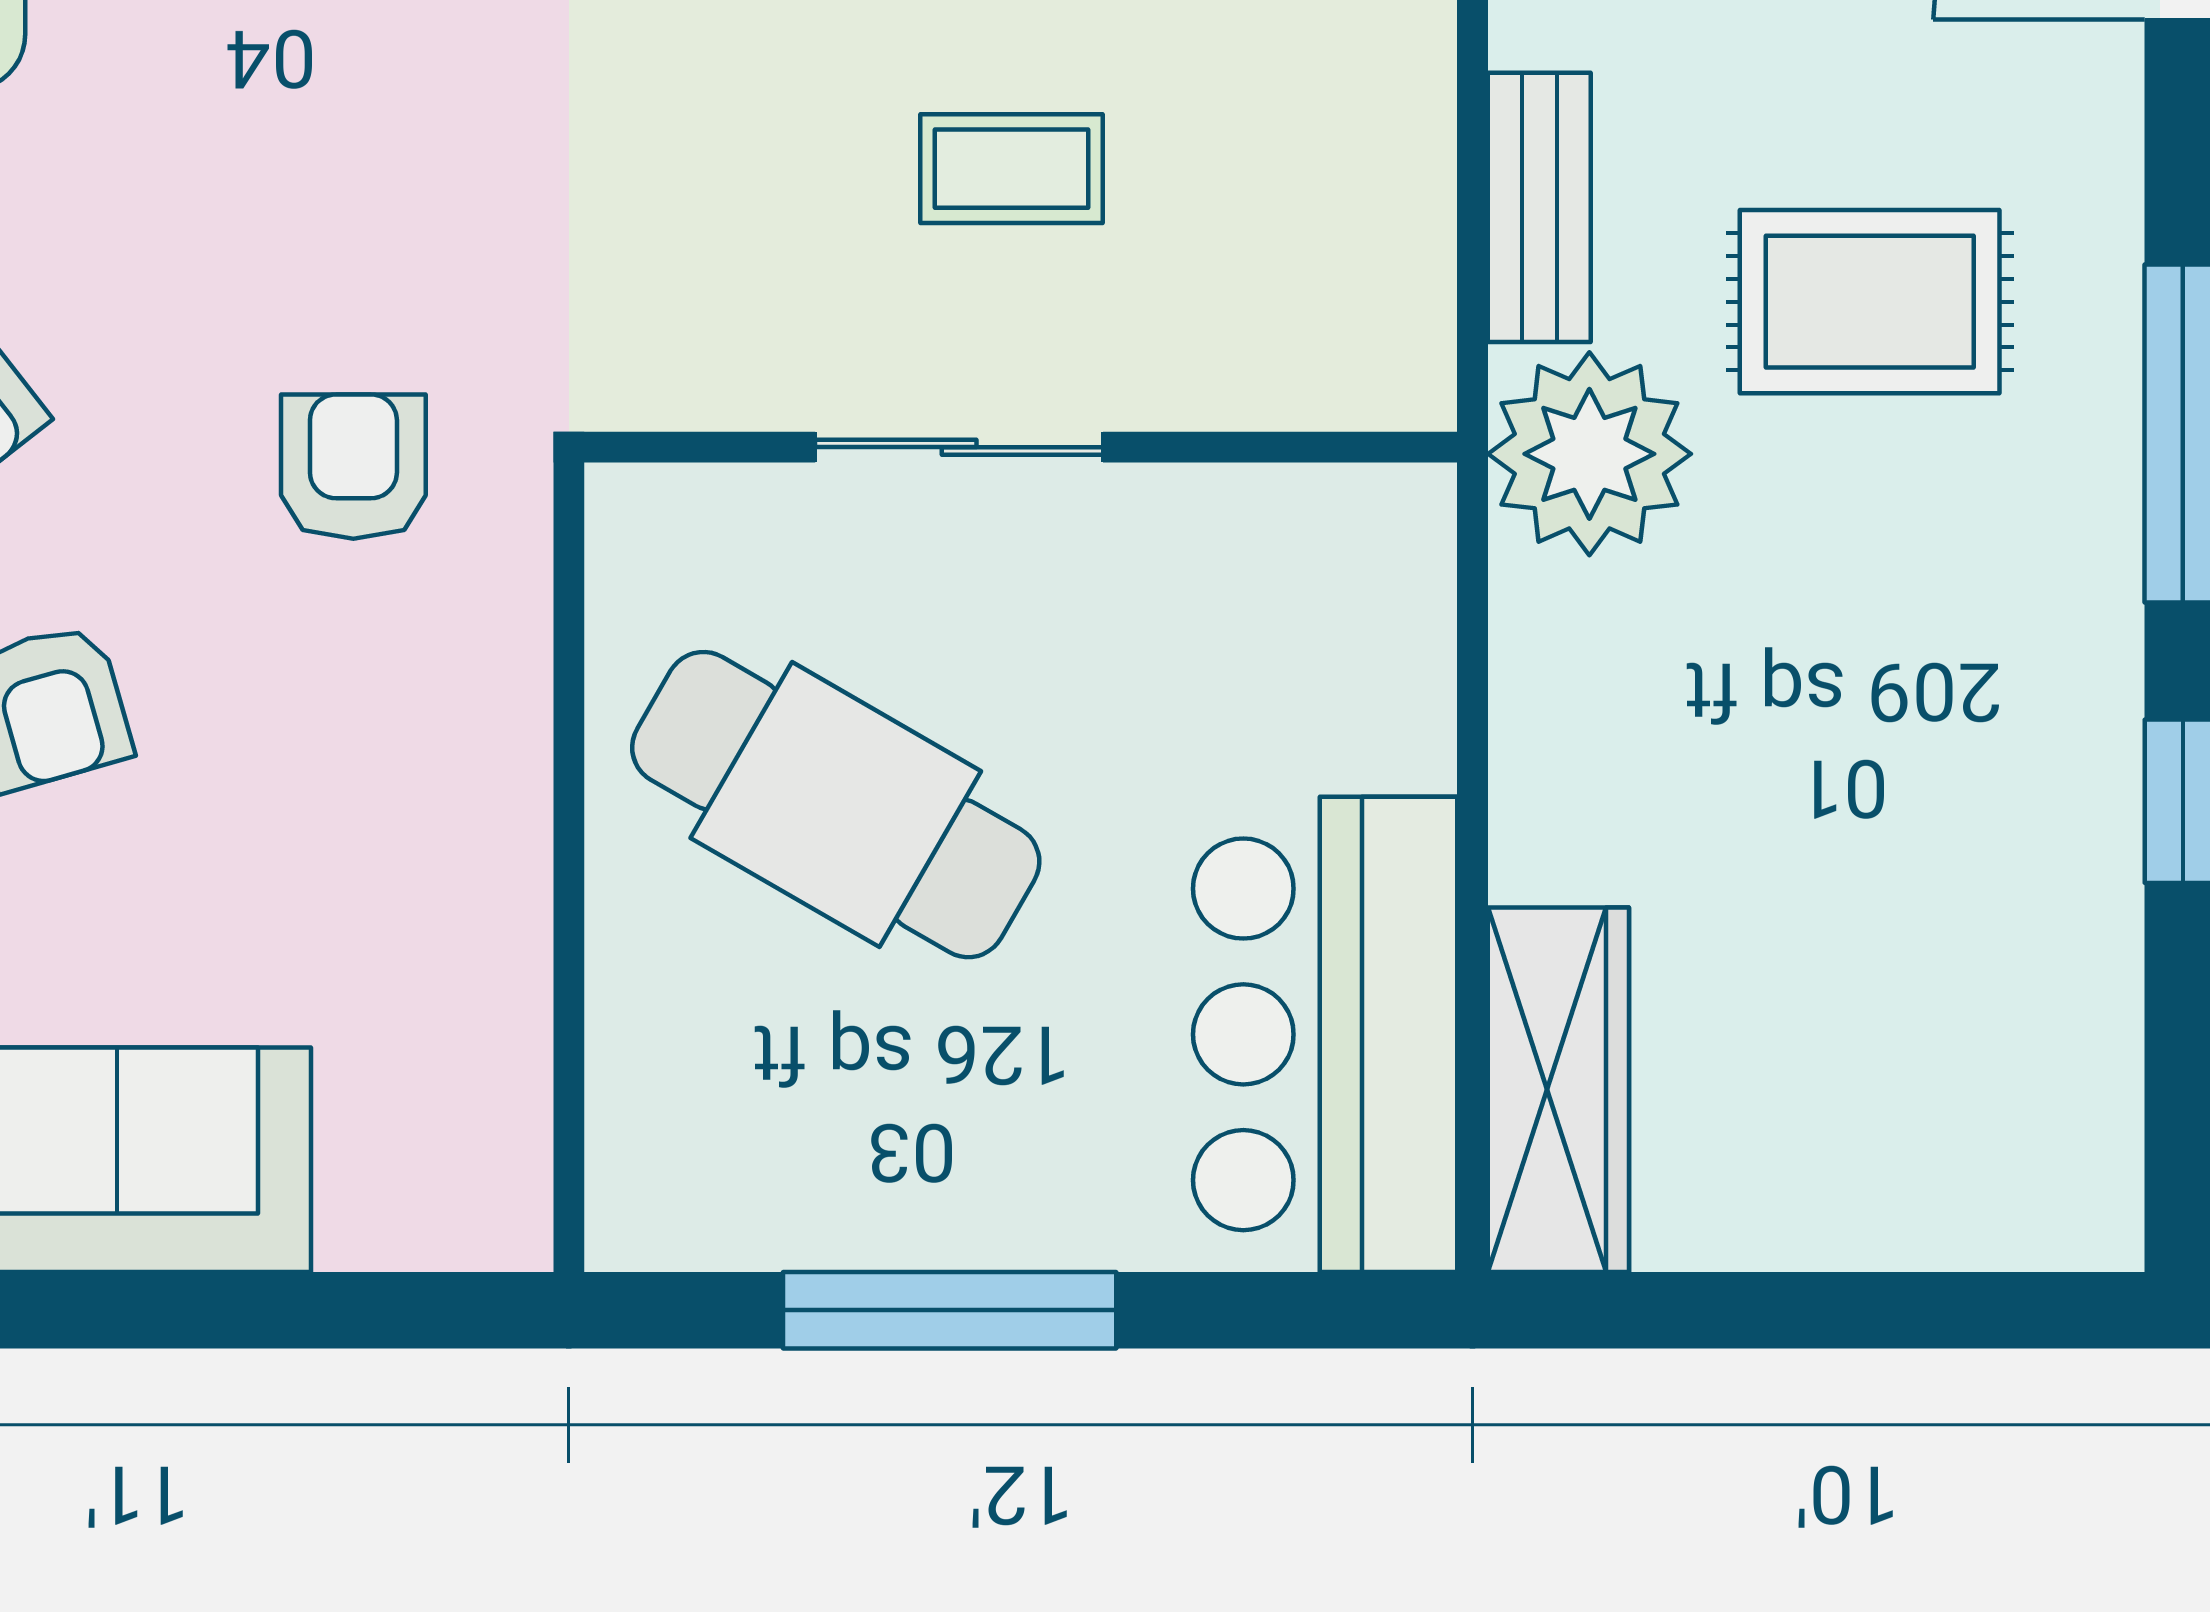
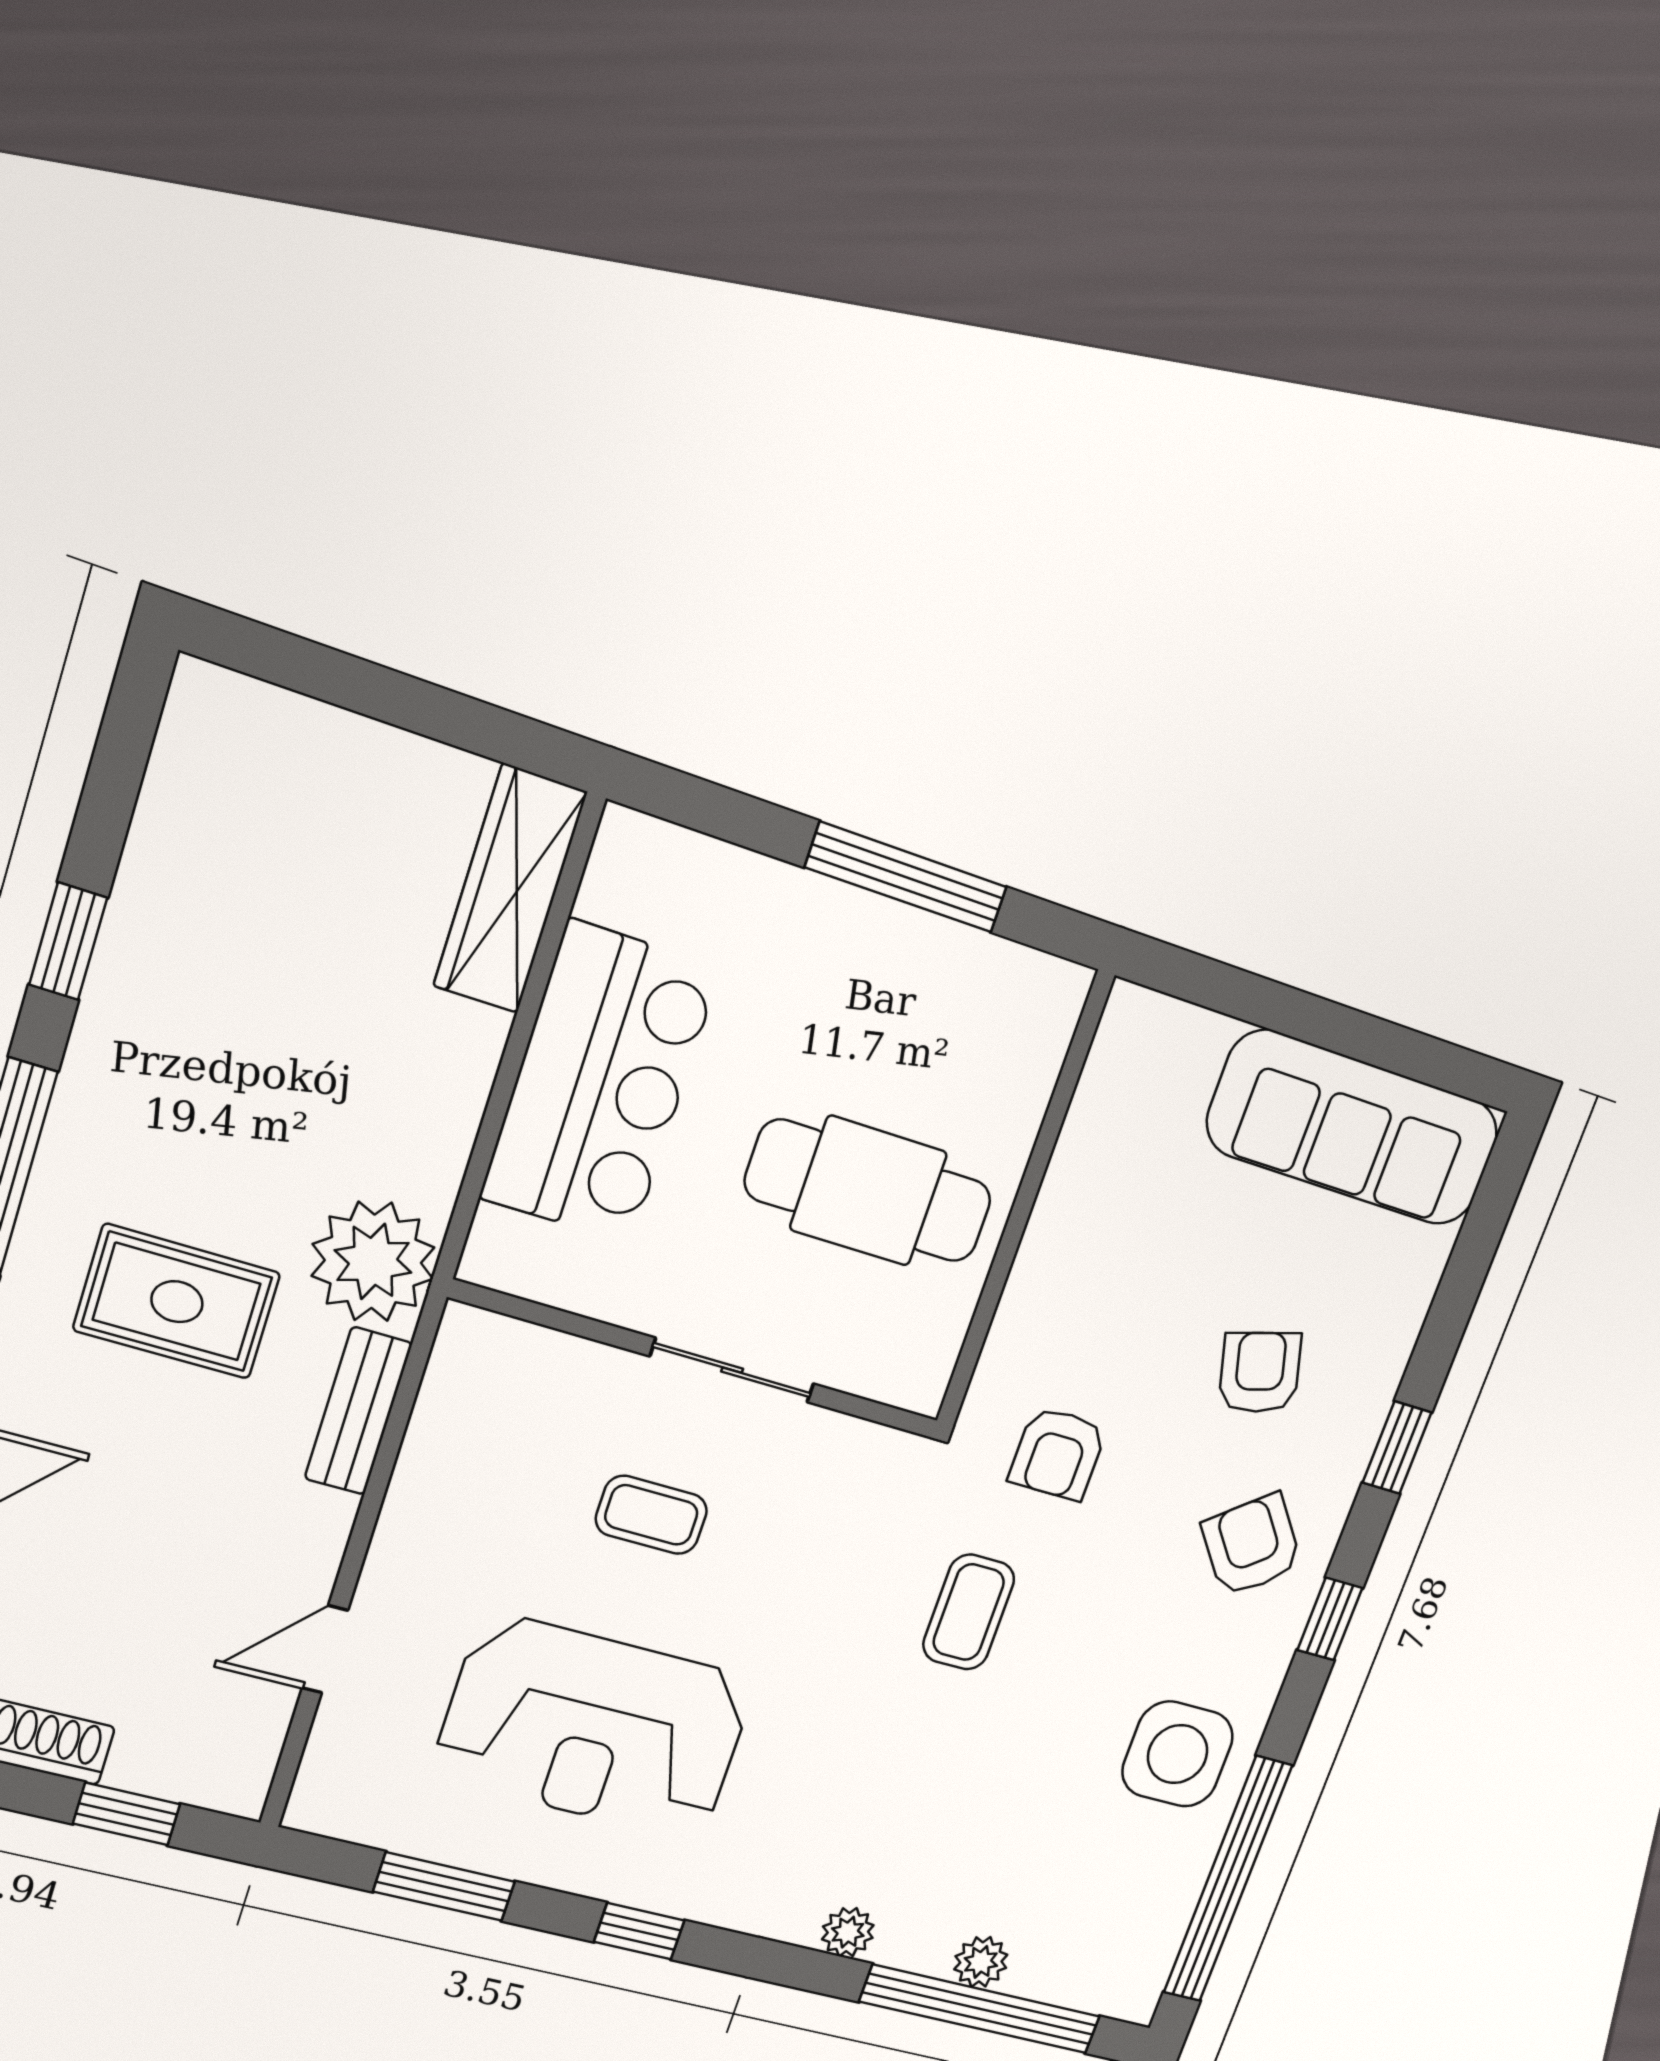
coffee table: (408, 150) -> (969, 1612), added
cafe table: (836, 805) -> (868, 1191), turned -30
bar counter: (1325, 1034) -> (600, 1083), moved

